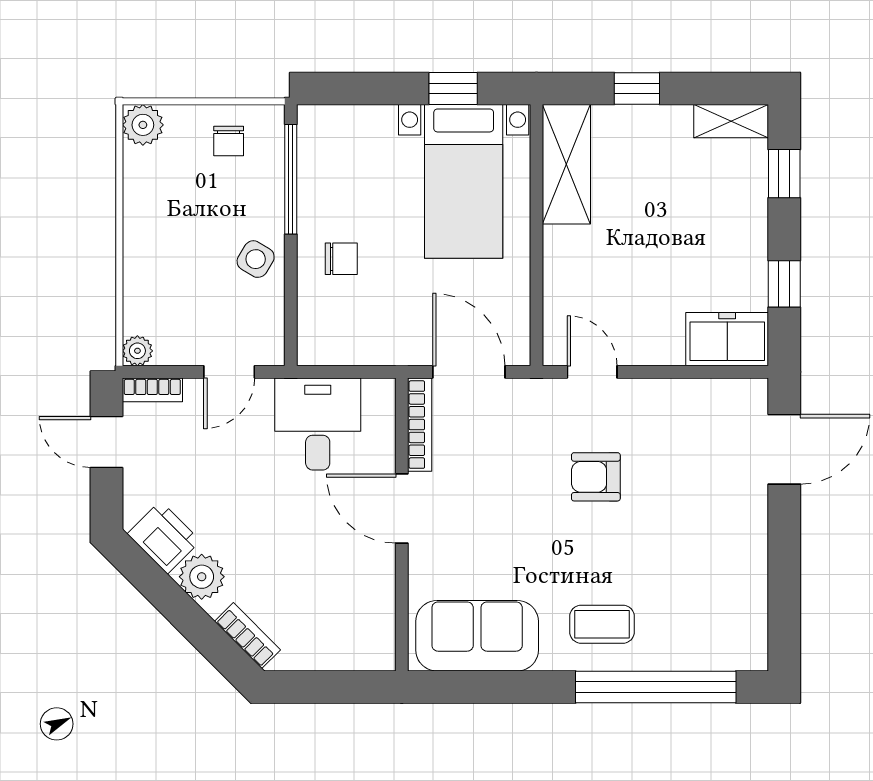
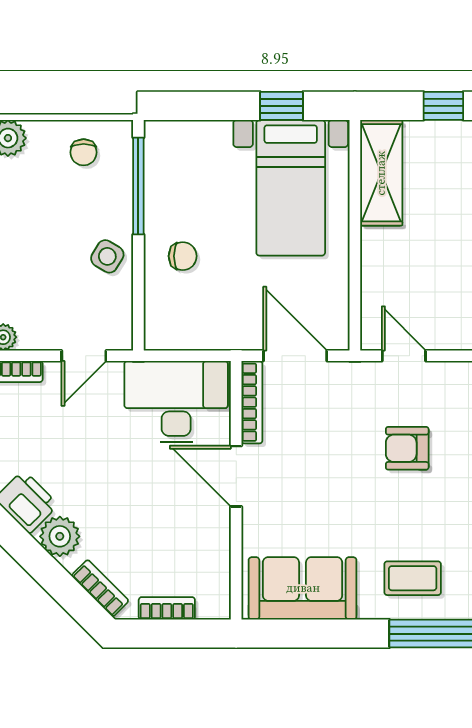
desk: (318, 424) -> (176, 402), width x1.37
bookcase: (323, 658) -> (167, 608), added

